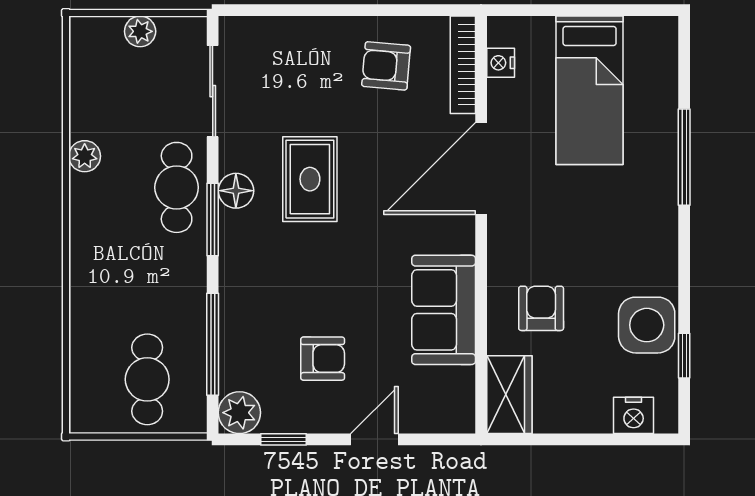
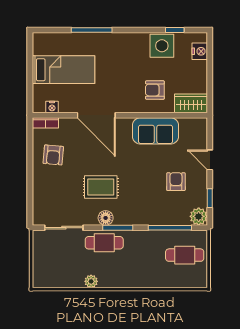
plant: (140, 31) -> (39, 258), removed
bookcase: (463, 65) -> (45, 123), width x0.64

